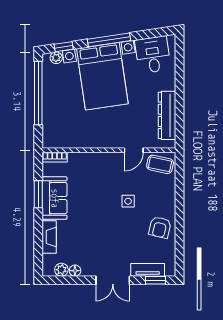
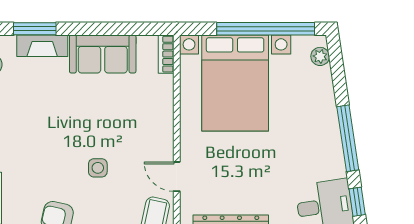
window: (64, 47) -> (357, 202), moved
bed with nightstands: (102, 76) -> (235, 83), moved, turned -82
window: (38, 194) -> (35, 29), moved

